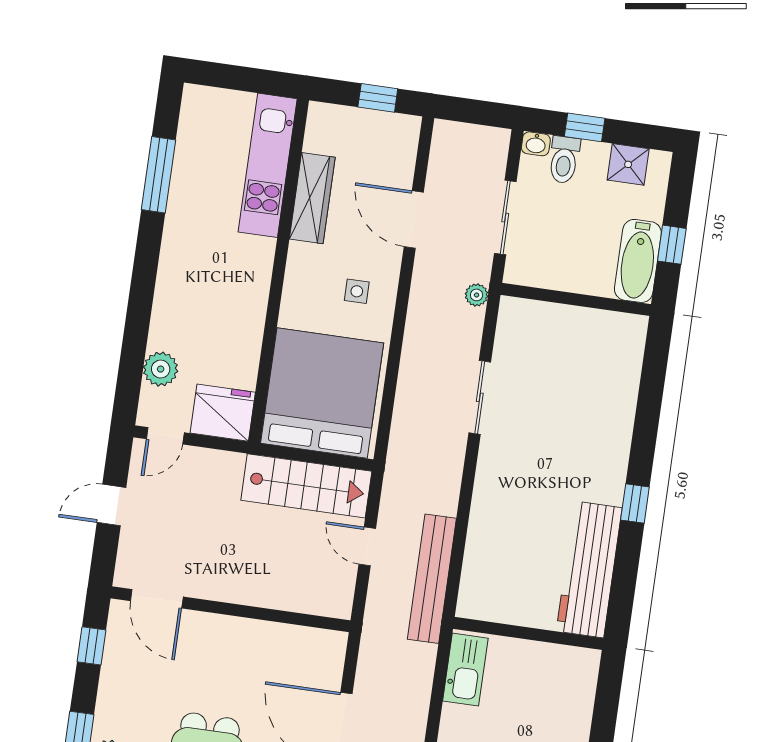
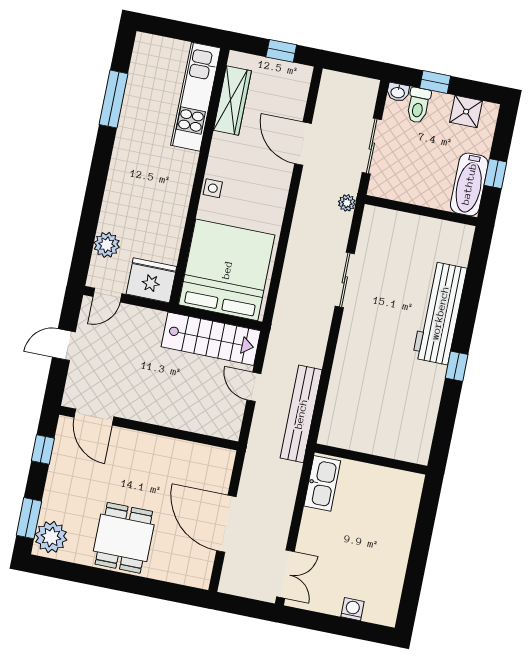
wardrobe: (312, 198) -> (232, 101), moved
side table: (357, 291) -> (213, 188), moved
workbench: (589, 569) -> (440, 313), moved

